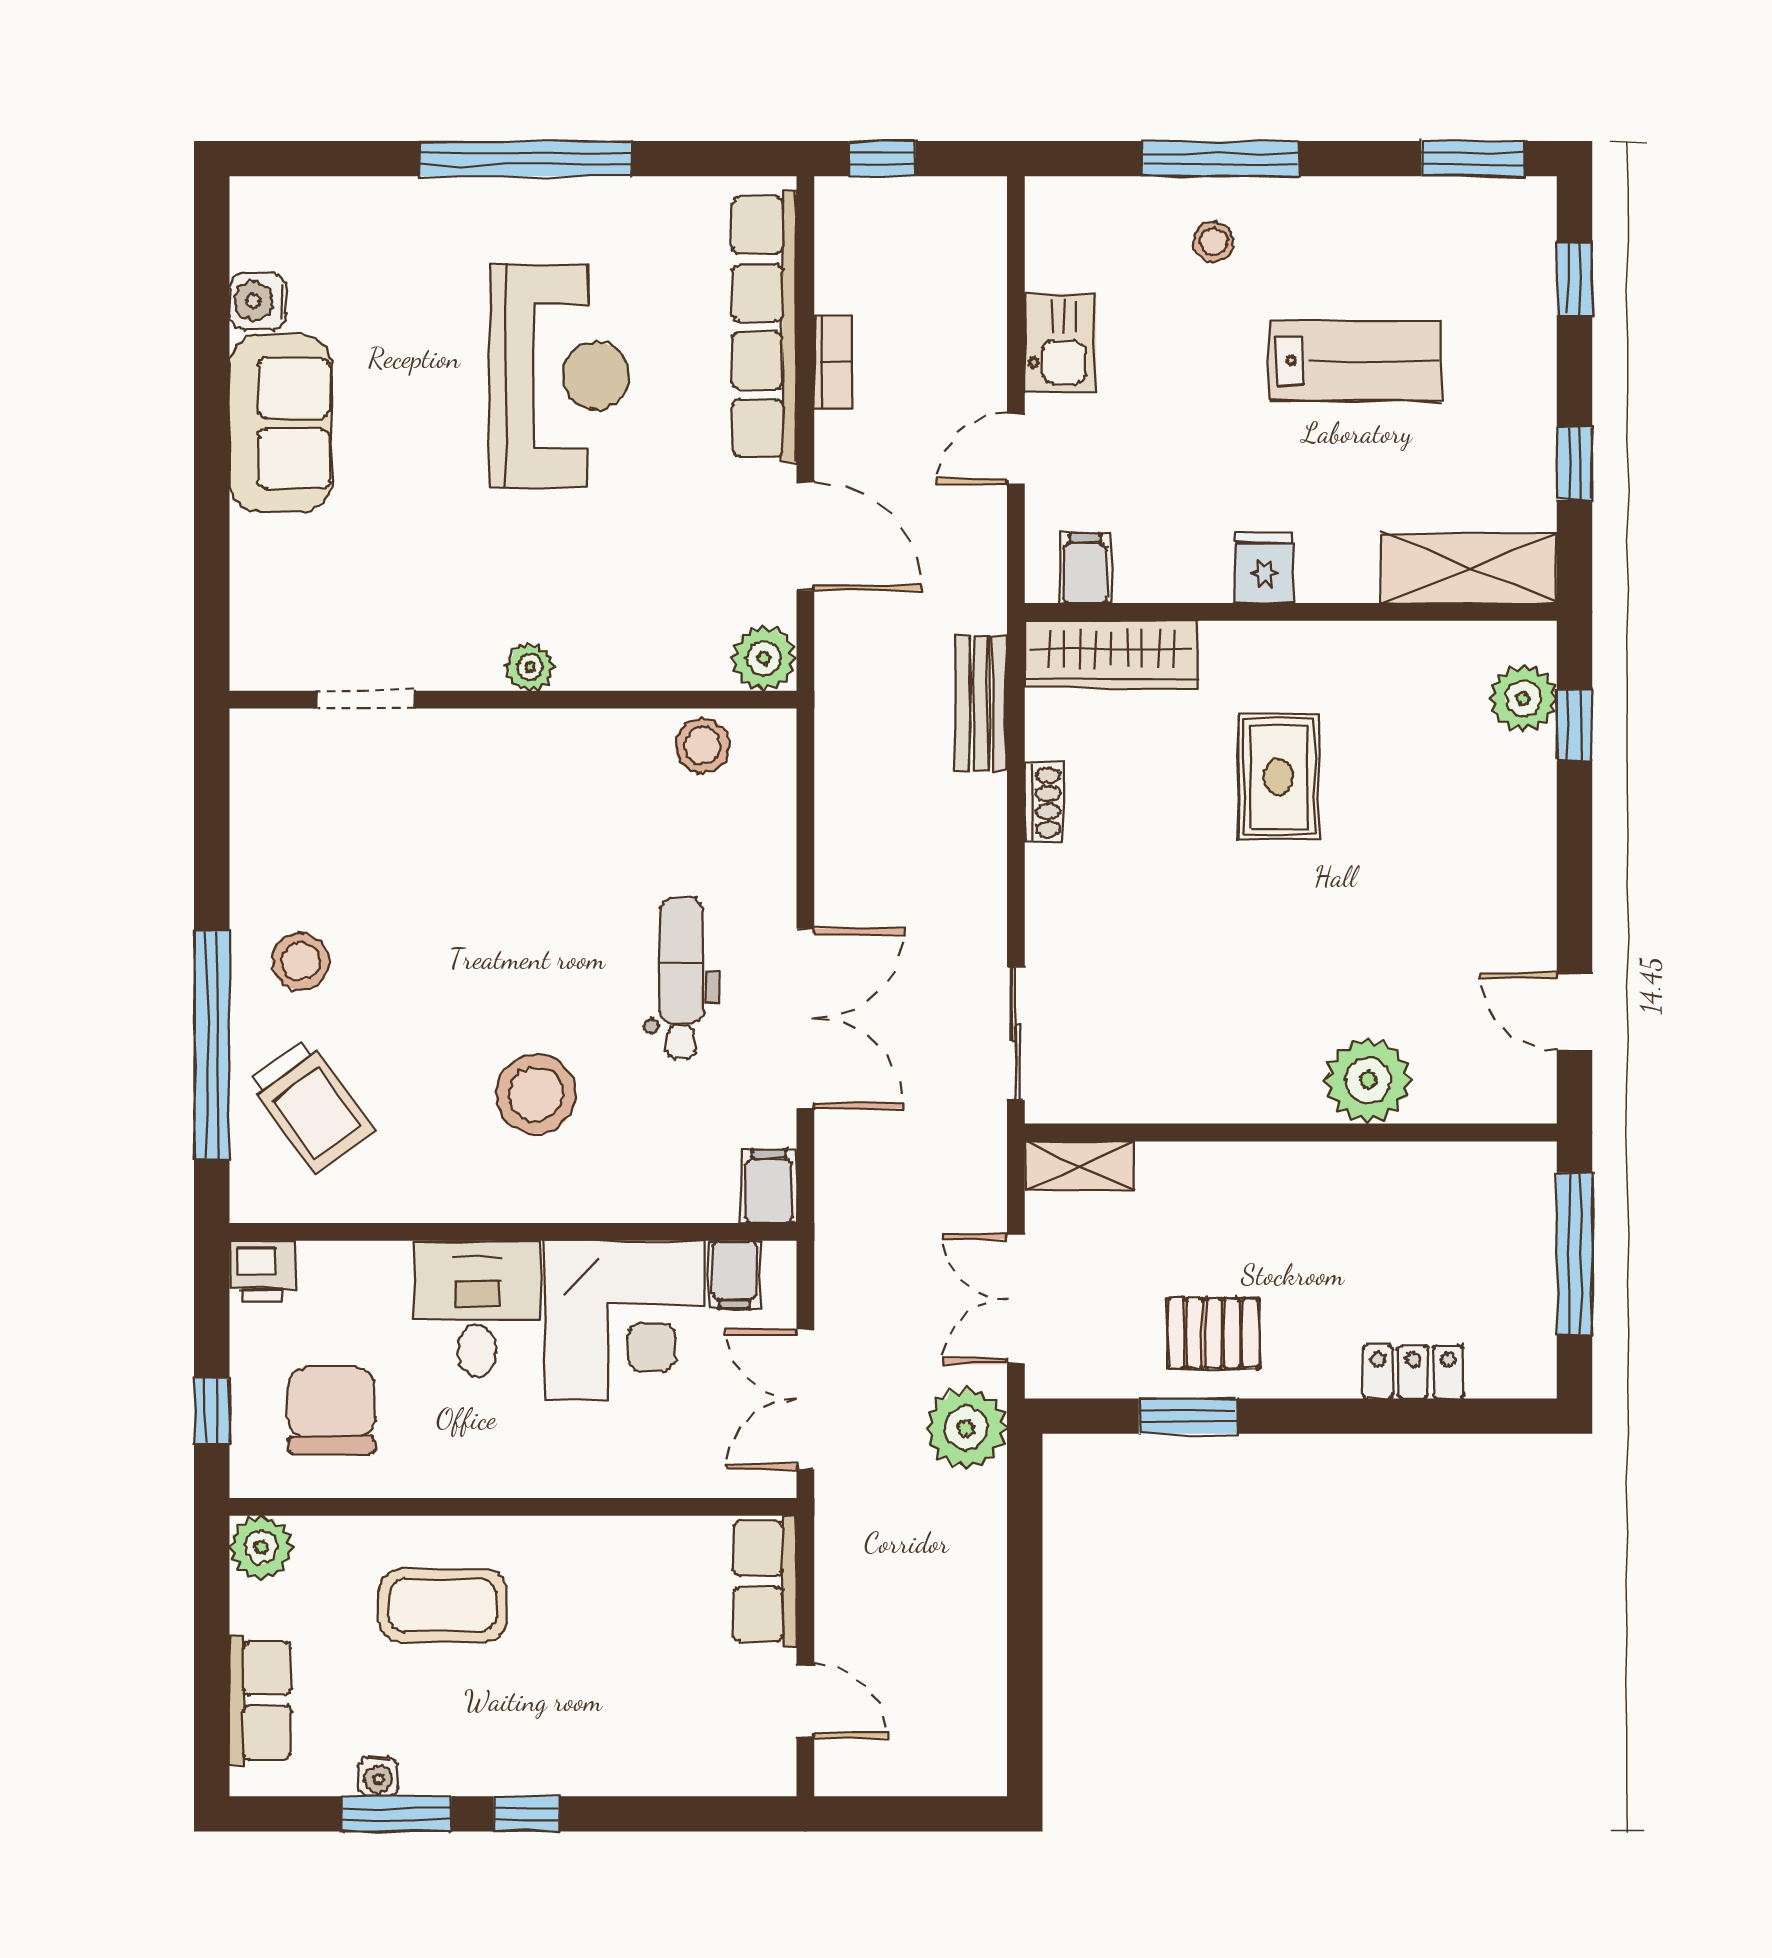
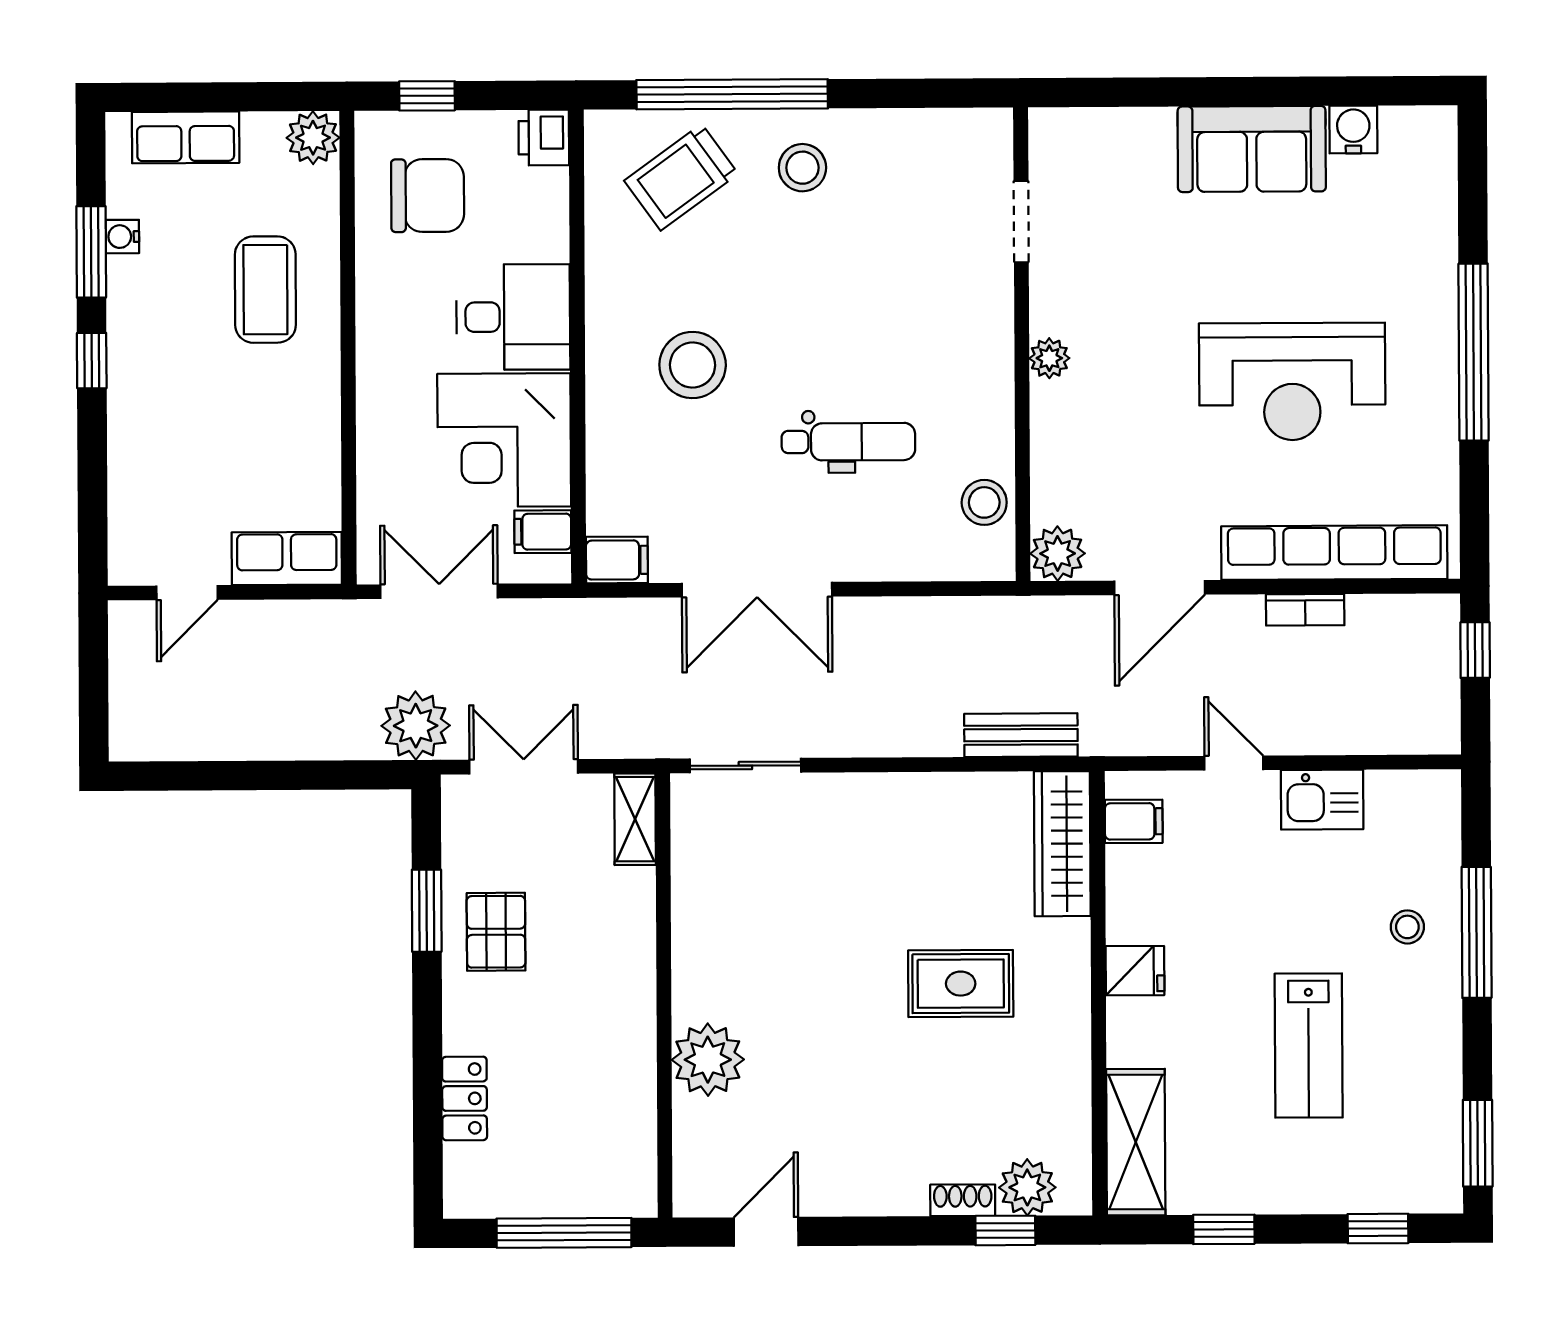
shoe rack: (1044, 802) -> (963, 1200), moved, turned 180
dental chair: (681, 978) -> (848, 442), moved

